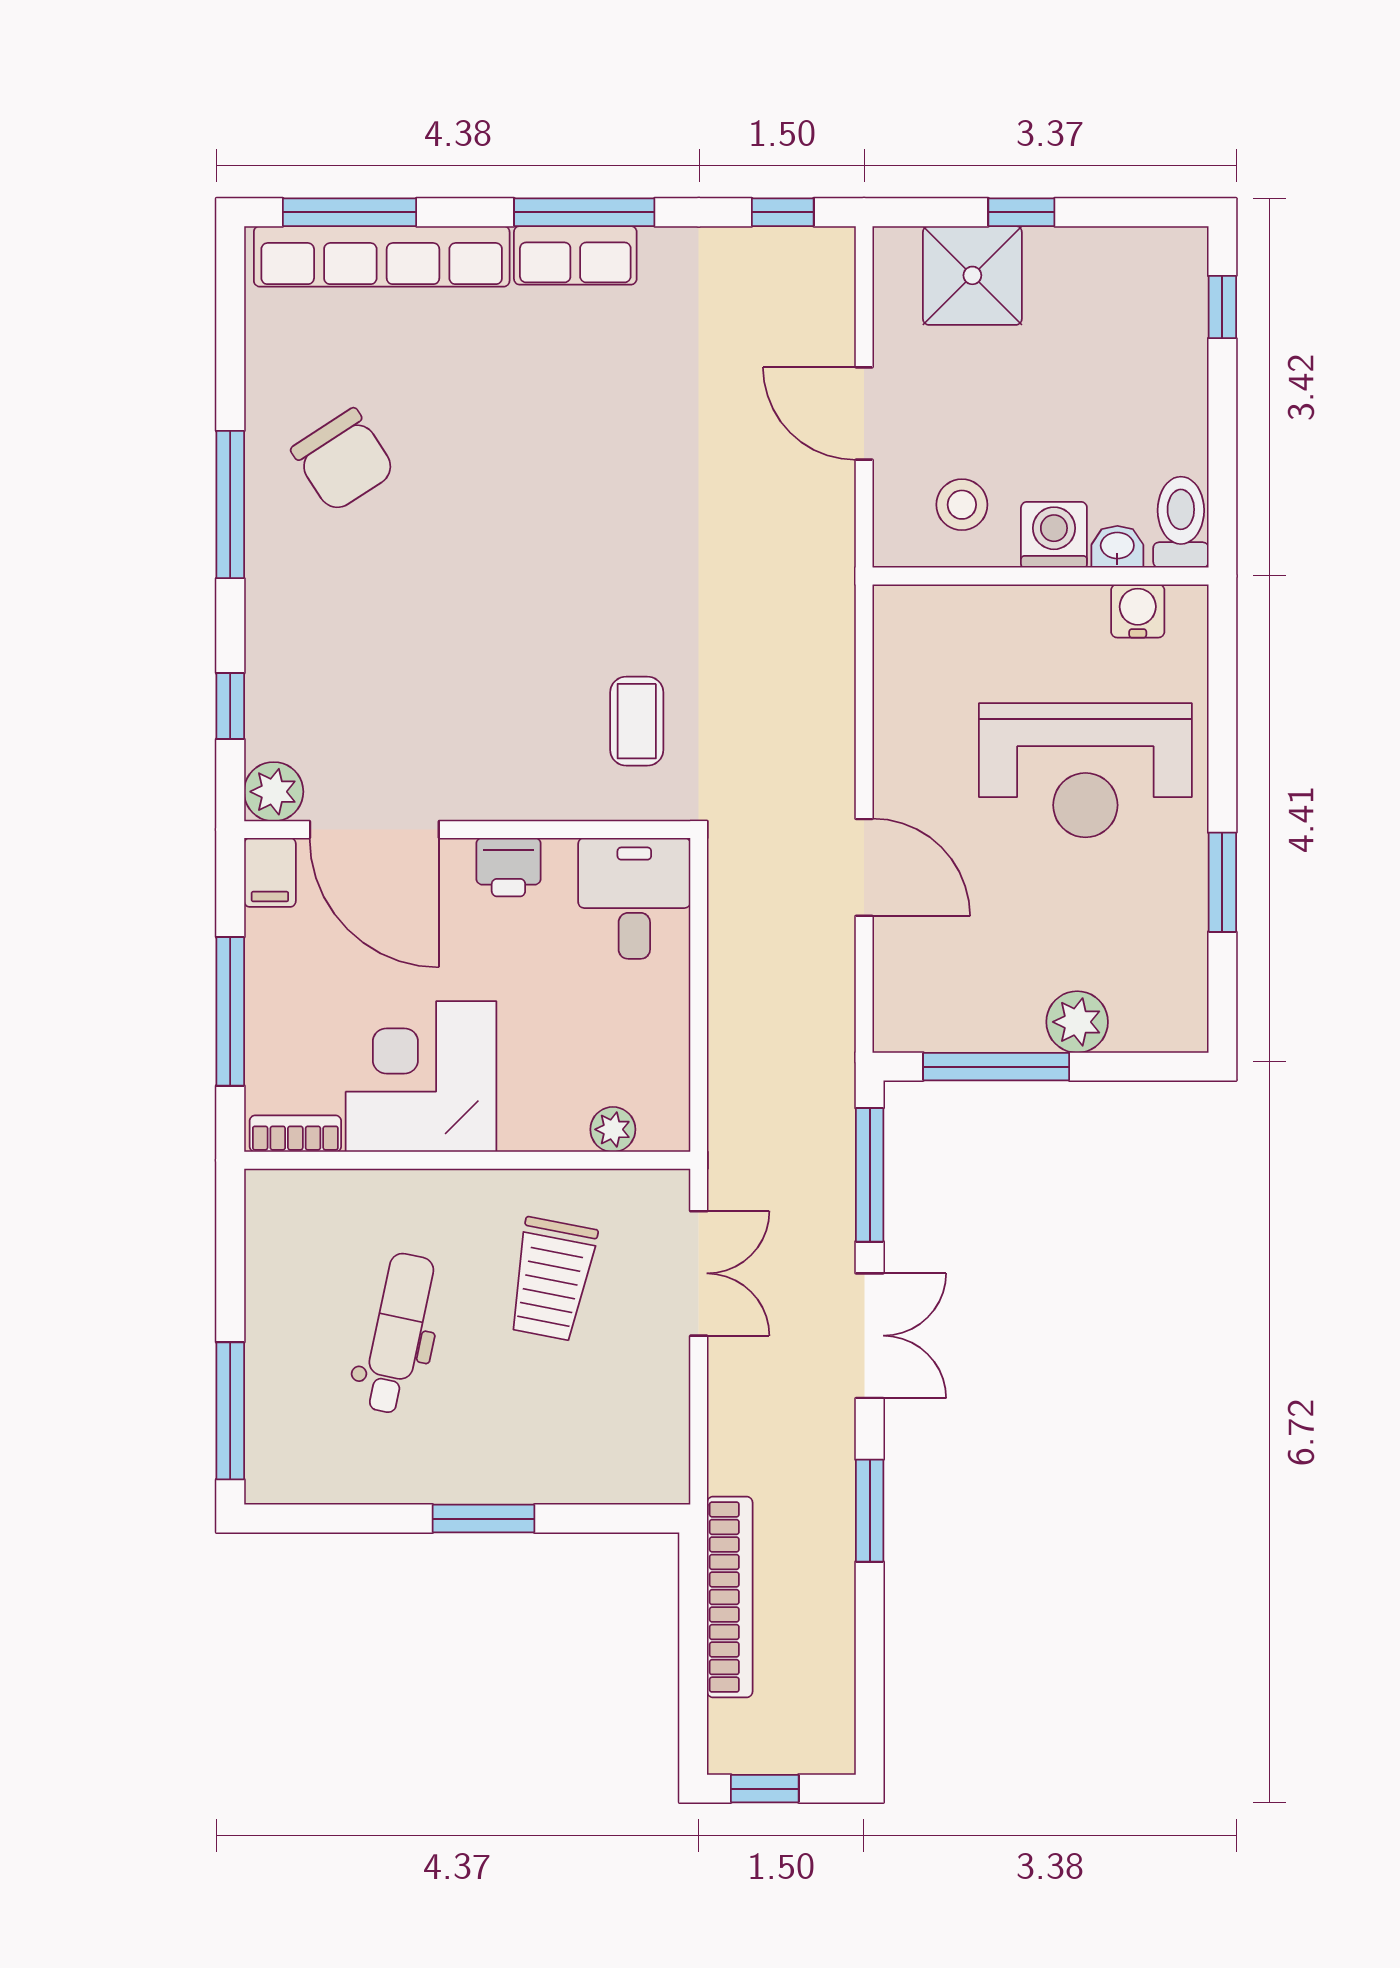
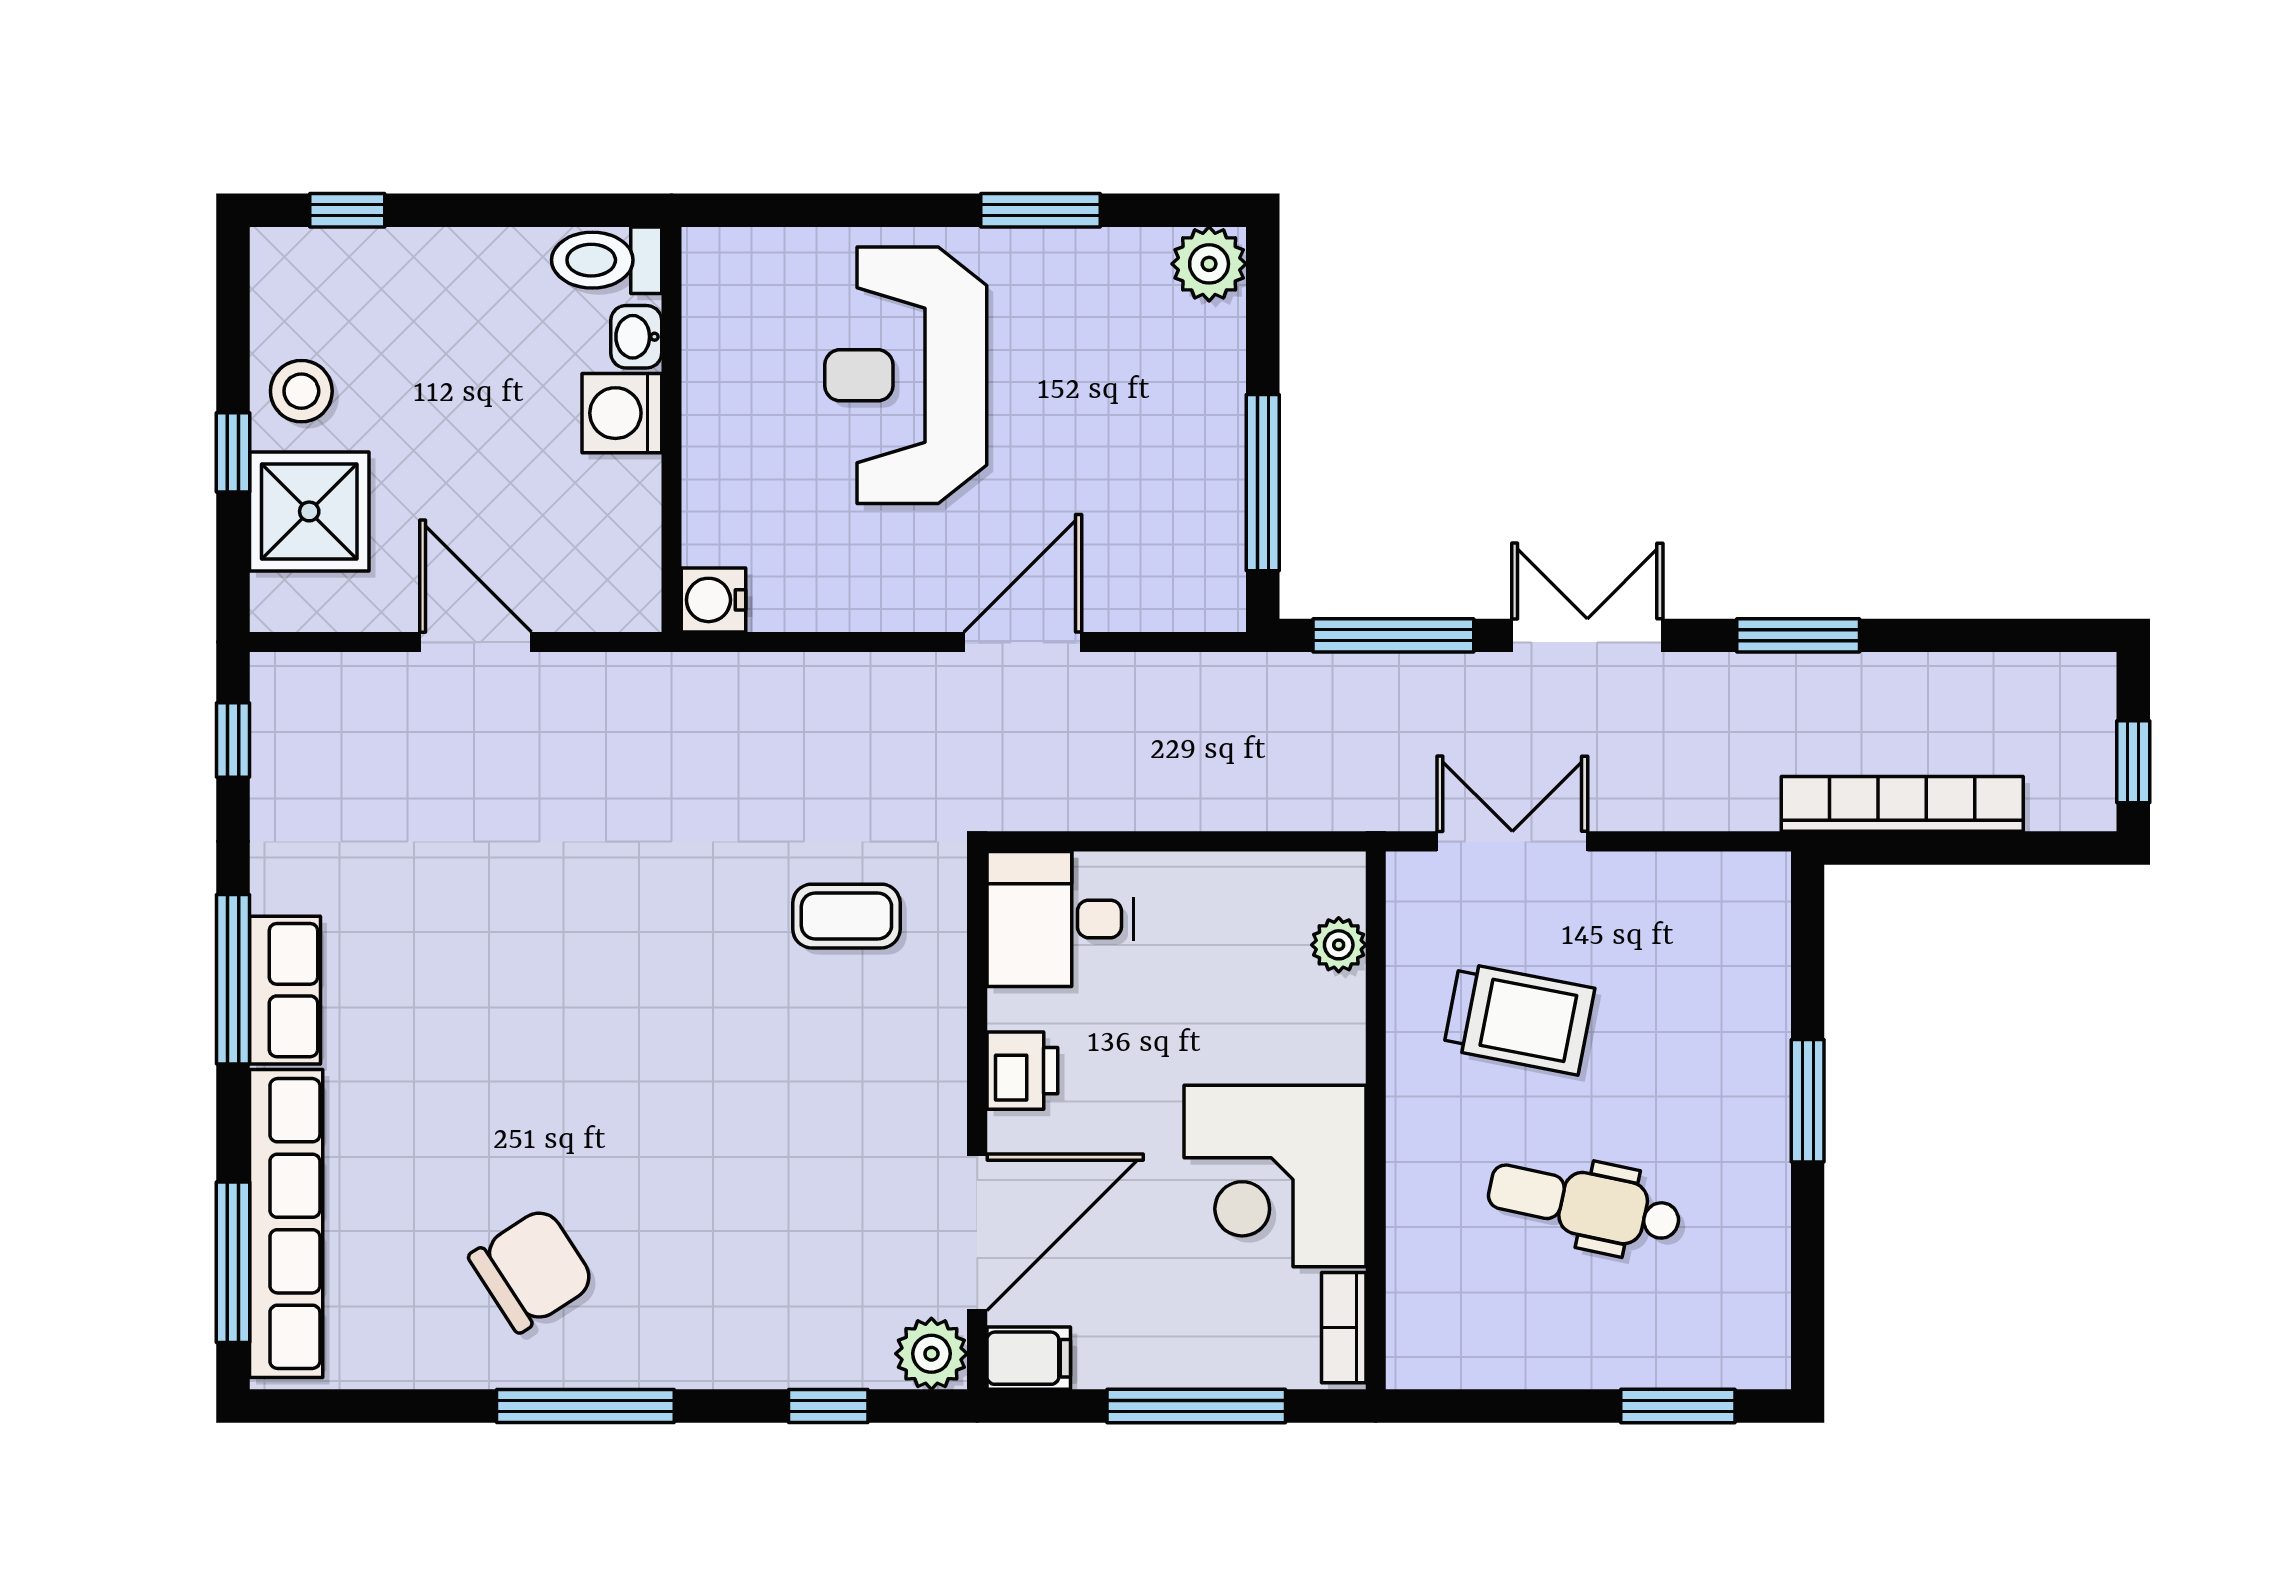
door: (864, 413) -> (476, 642), swing flipped
stool: (962, 505) -> (301, 391), moved
water cooler: (1138, 611) -> (714, 600), moved
reception desk: (1085, 770) -> (906, 375), turned 180
plant: (1077, 1022) -> (1209, 264), moved
window: (230, 1411) -> (1678, 1406), width x0.69

